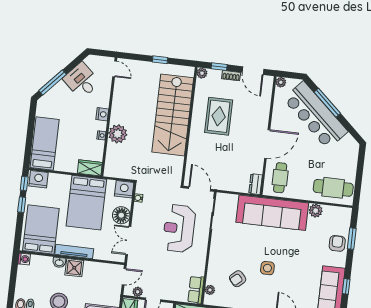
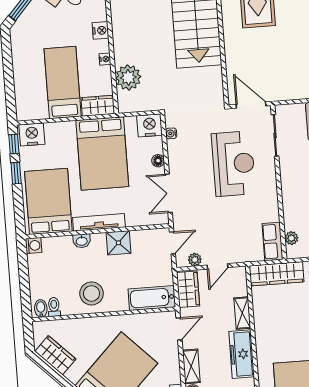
plant: (118, 134) -> (128, 77), moved
bed: (45, 144) -> (63, 83), moved
floor lamp: (121, 215) -> (158, 161), width x0.53, depth x0.53
reception desk: (179, 228) -> (234, 164), turned 180
shower: (74, 268) -> (118, 243), moved

